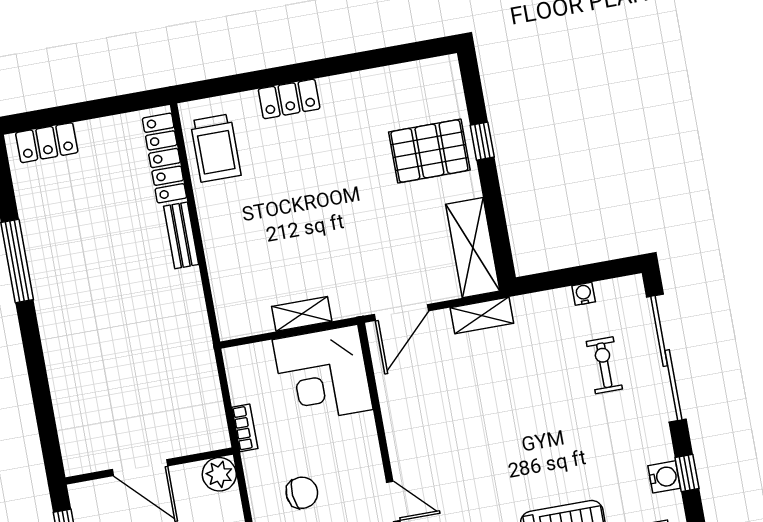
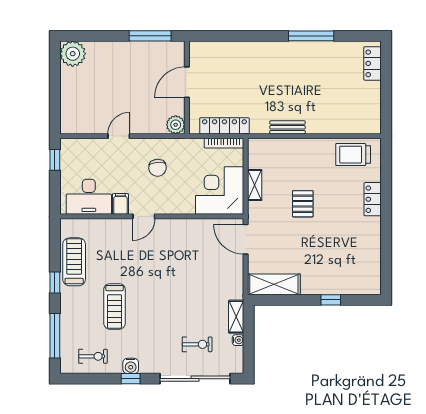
pallet: (429, 151) -> (303, 204), moved, width x0.67, depth x0.71
locker: (164, 158) -> (224, 126), moved
bench: (181, 235) -> (288, 127), moved
shelving: (482, 315) -> (236, 317), moved
bookcase: (245, 428) -> (224, 143), moved, width x1.56

